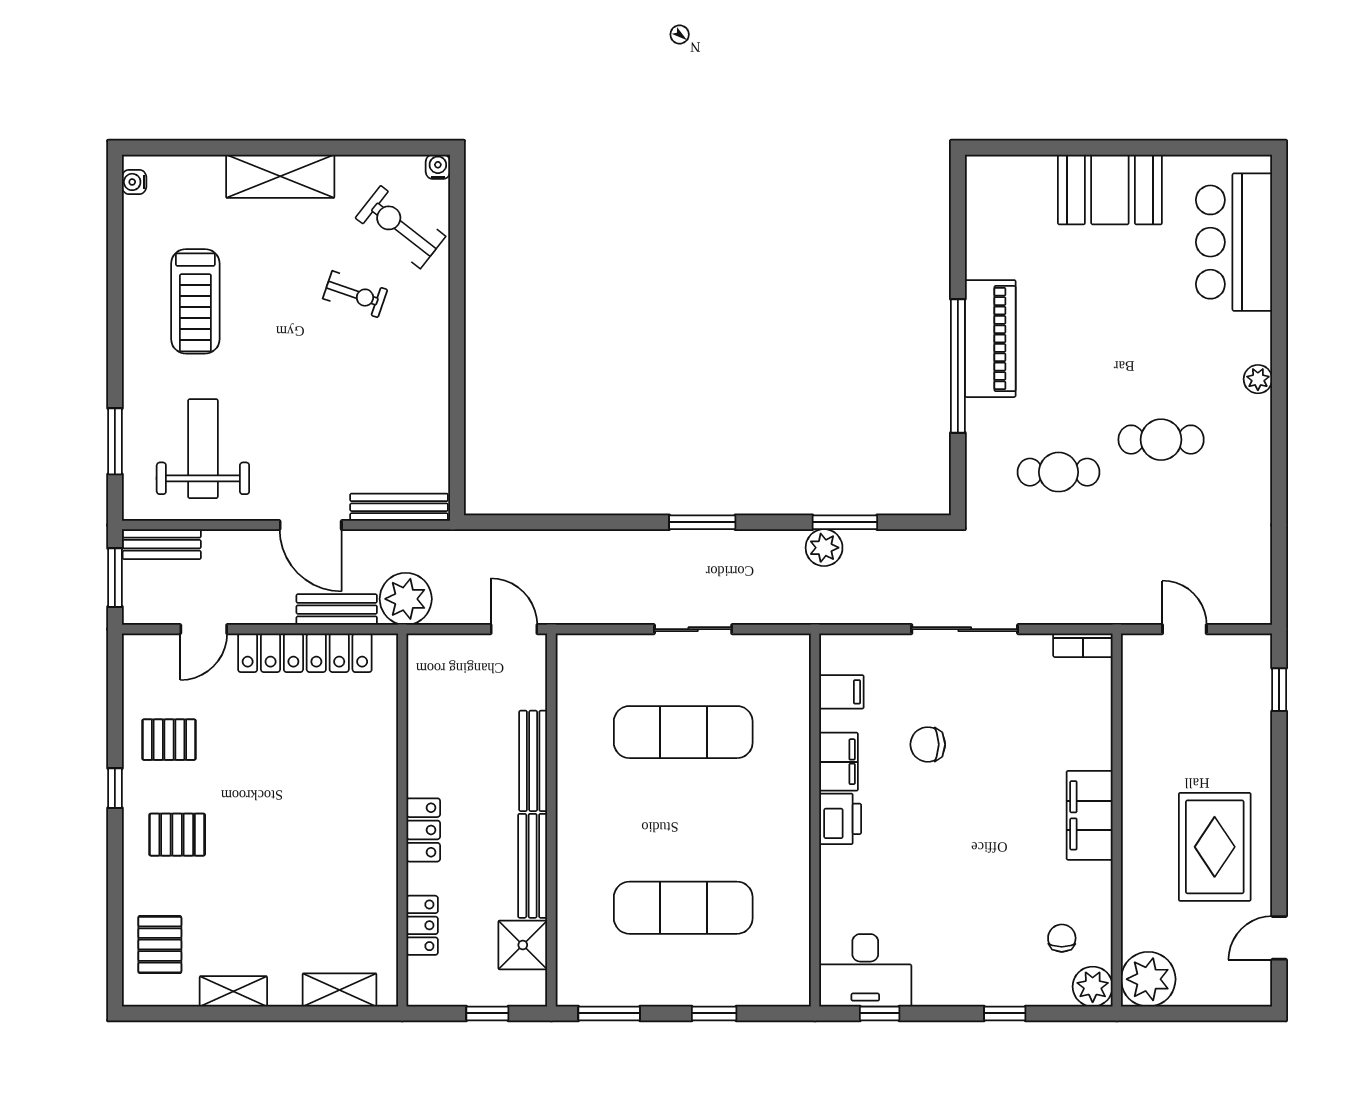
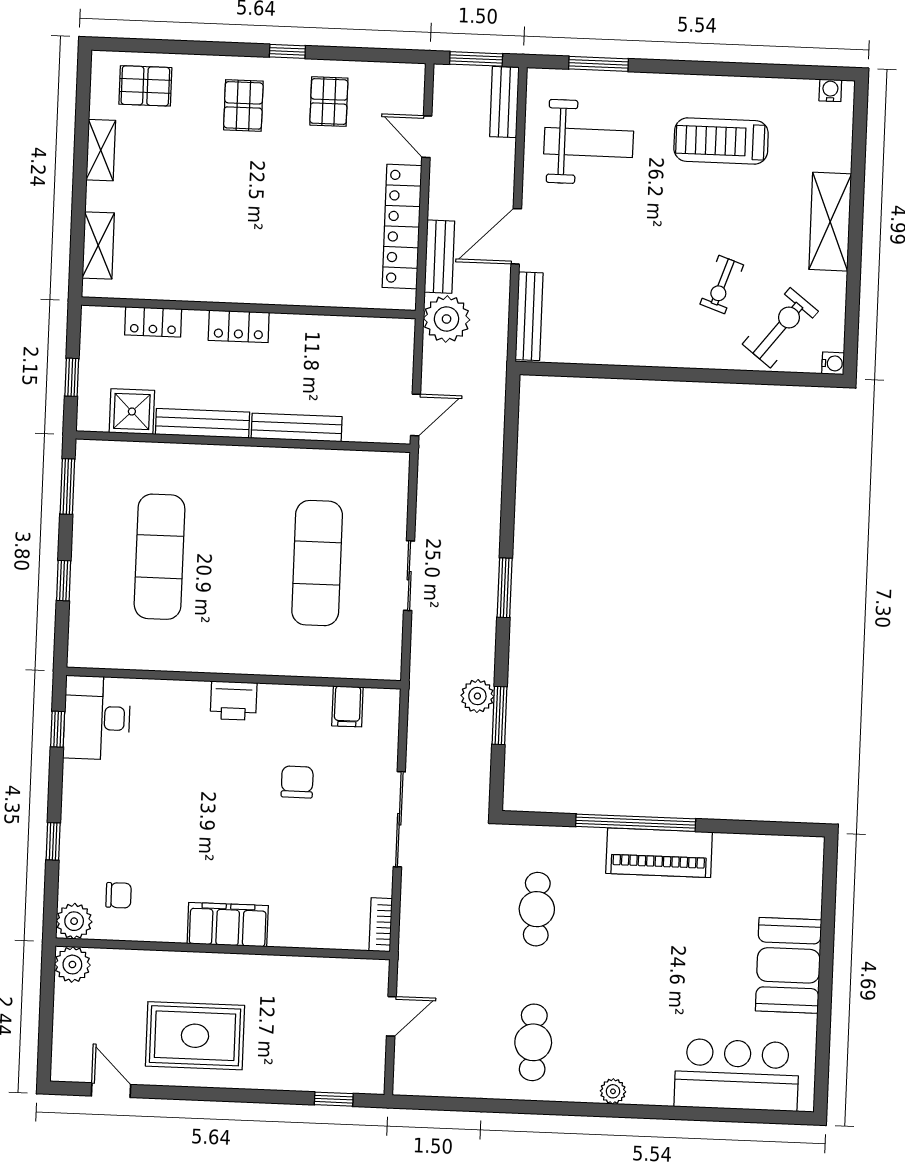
cafe table: (1161, 440) -> (533, 1042), moved
filing cabinet: (839, 762) -> (285, 701), removed
plant: (1148, 979) -> (72, 965), width x0.73, depth x0.73

